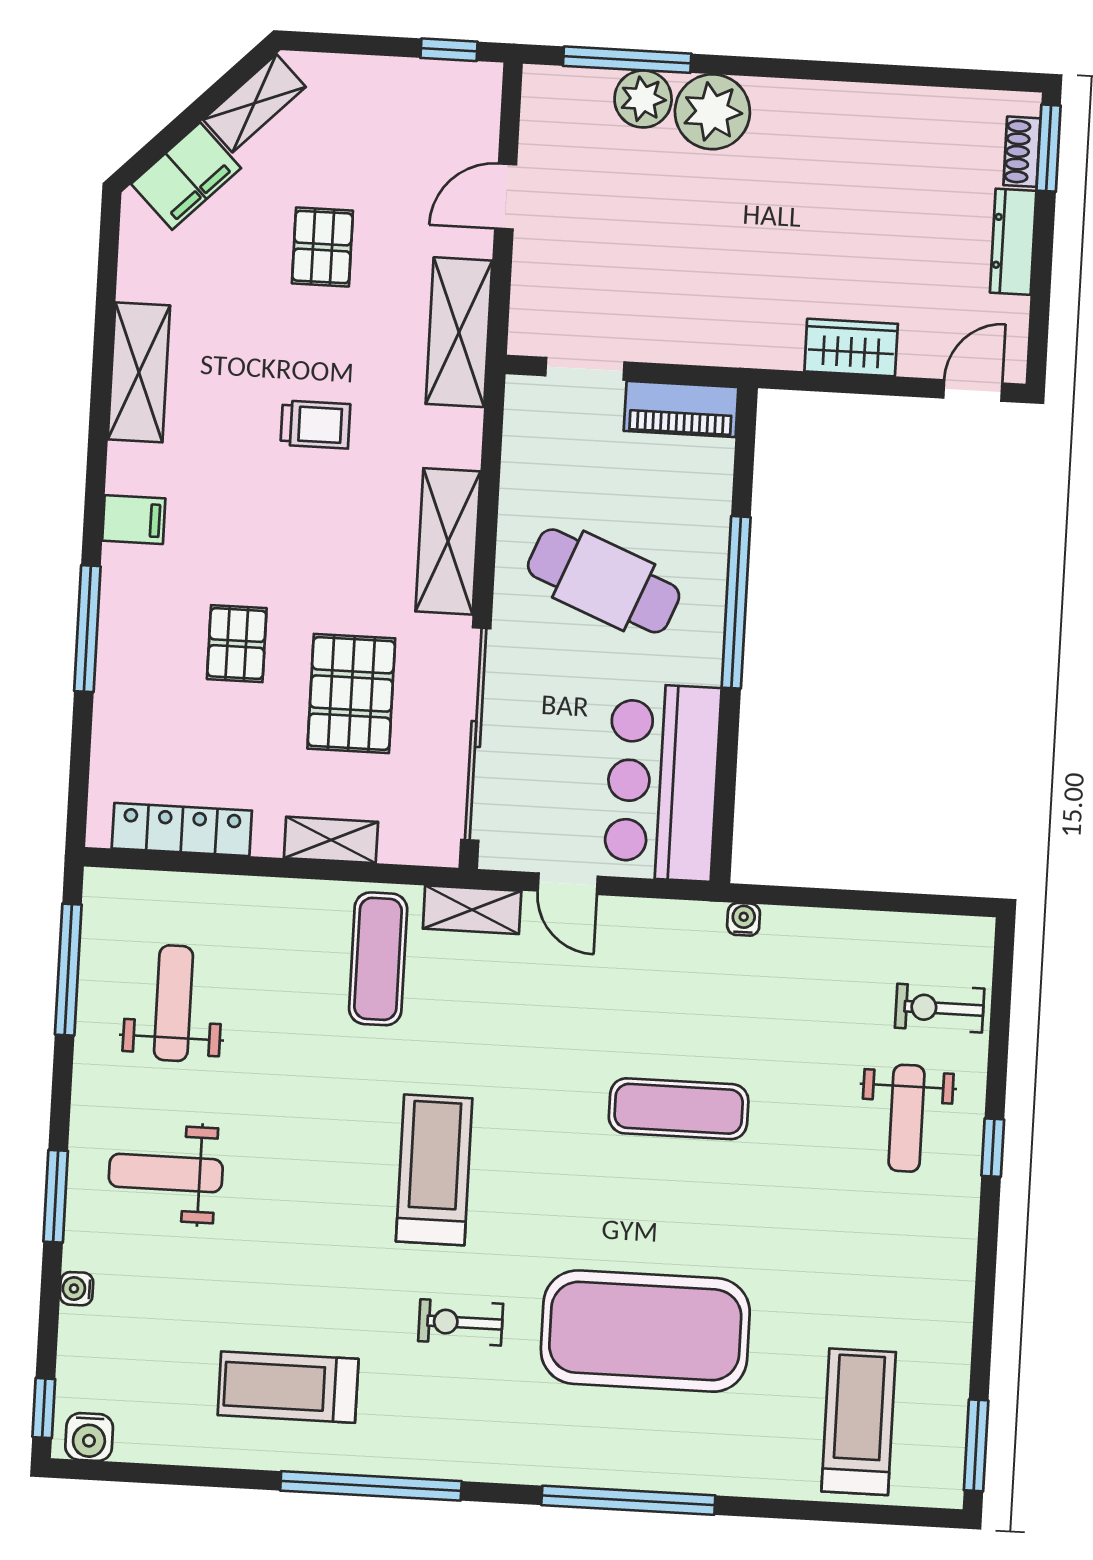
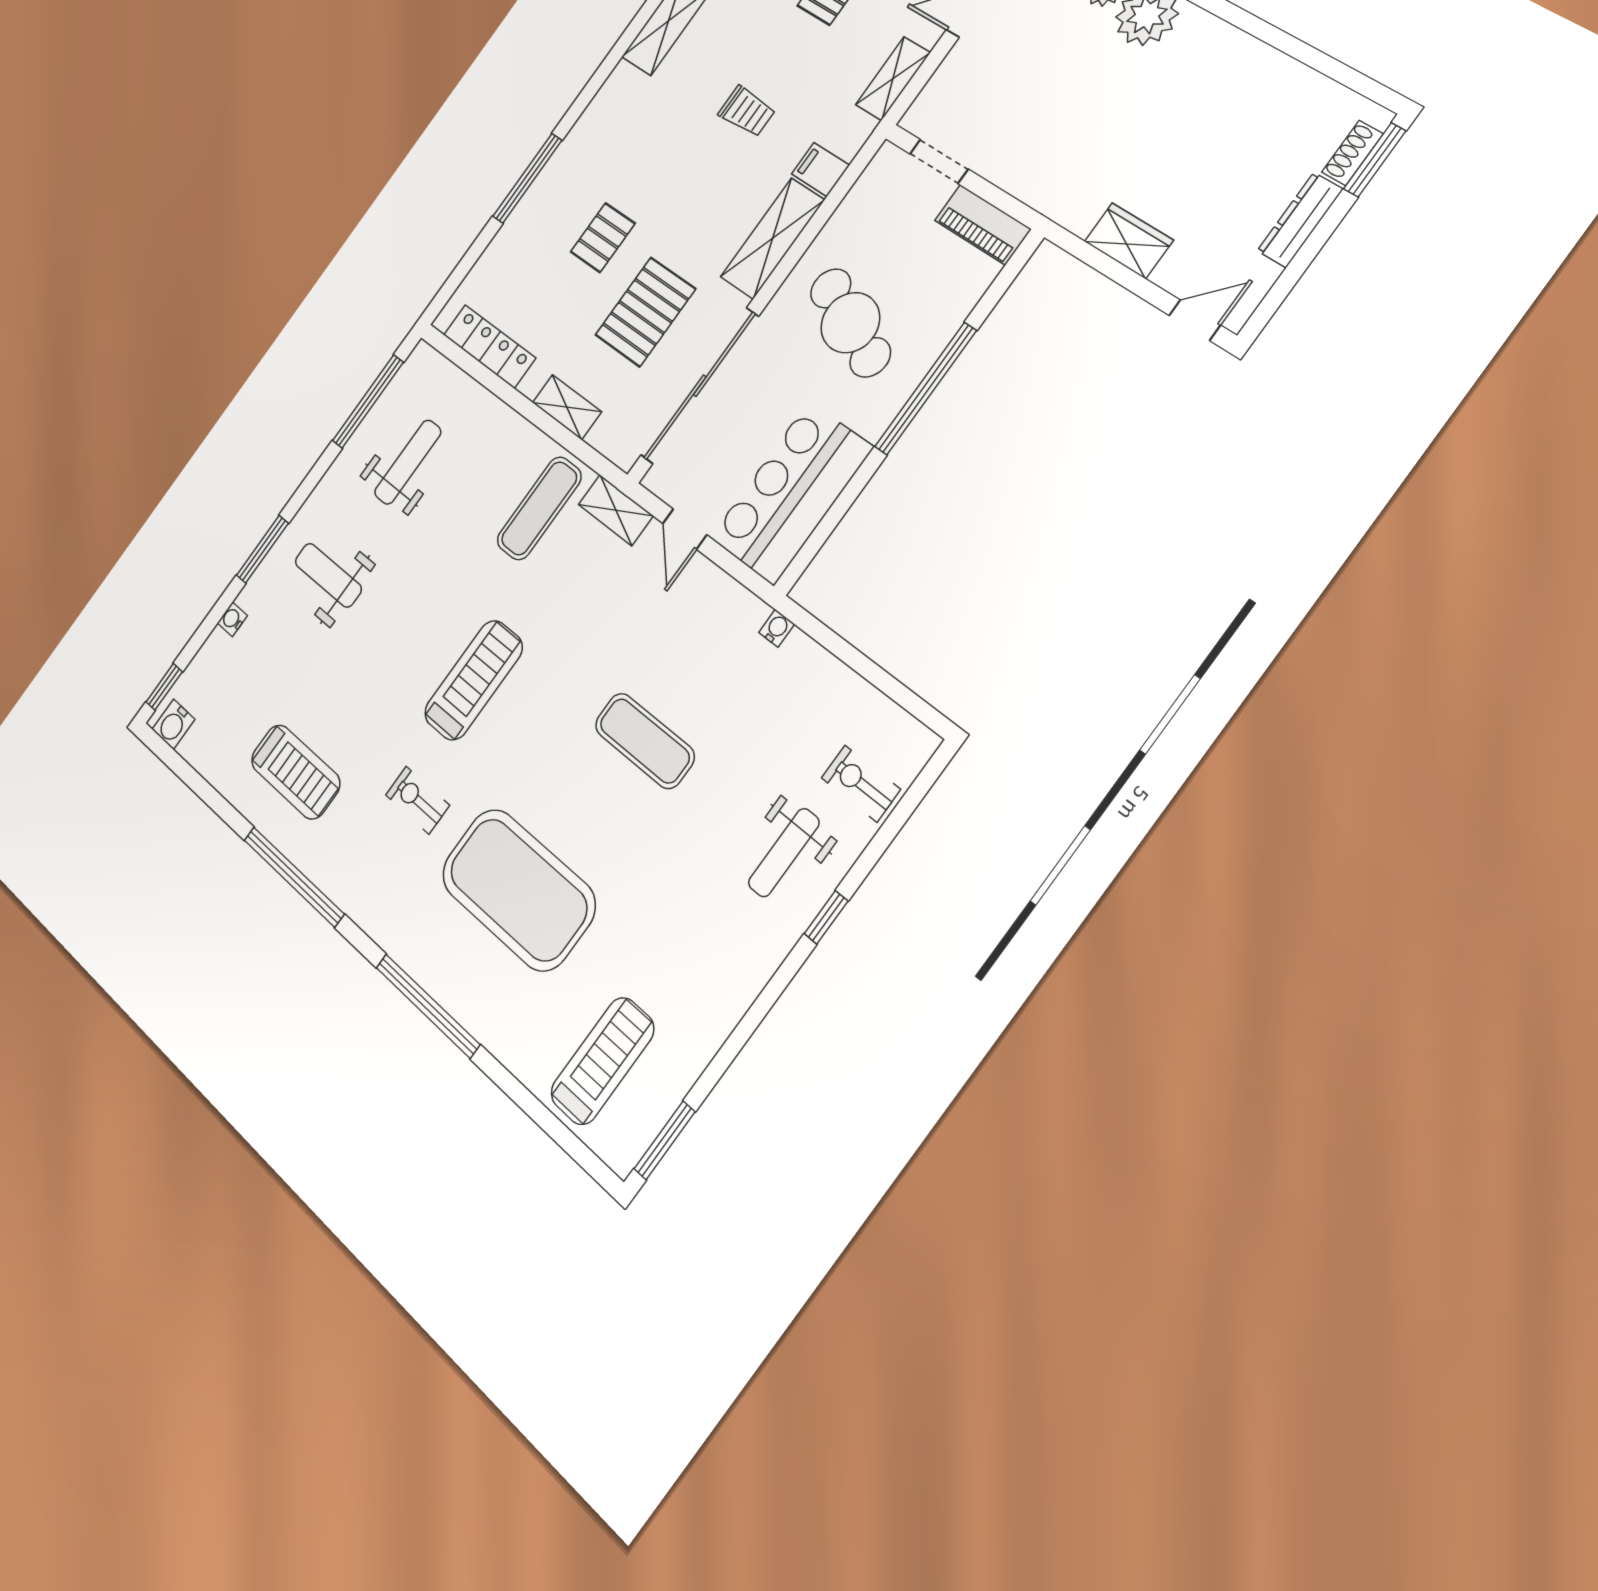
shelving: (459, 332) -> (893, 79), width x0.67, depth x0.75
filing cabinet: (134, 520) -> (820, 169), moved, turned 180
treadmill: (288, 1387) -> (295, 772), turned 180

